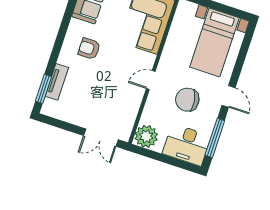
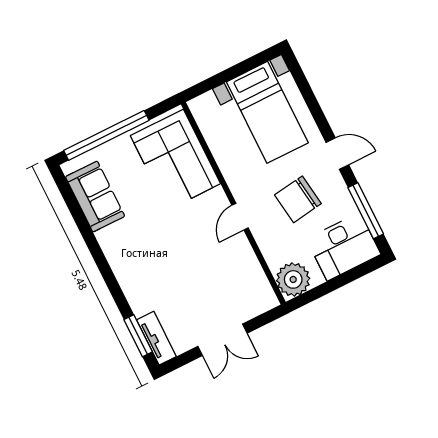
armchair: (89, 49) -> (144, 247), removed
tv unit: (57, 82) -> (156, 338), moved
double door: (101, 138) -> (222, 340), moved

